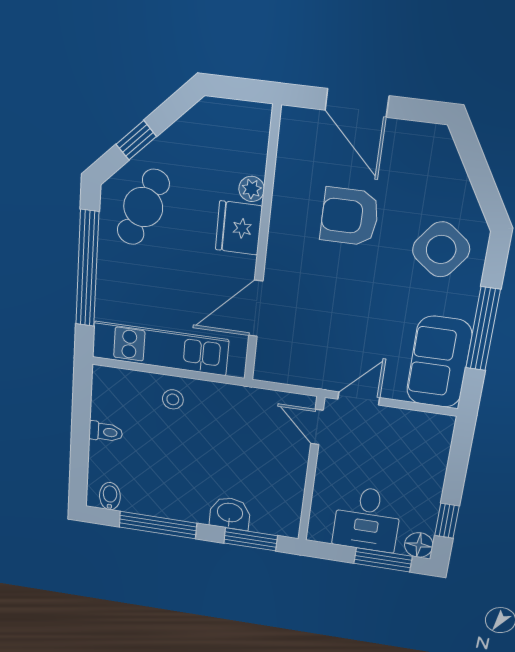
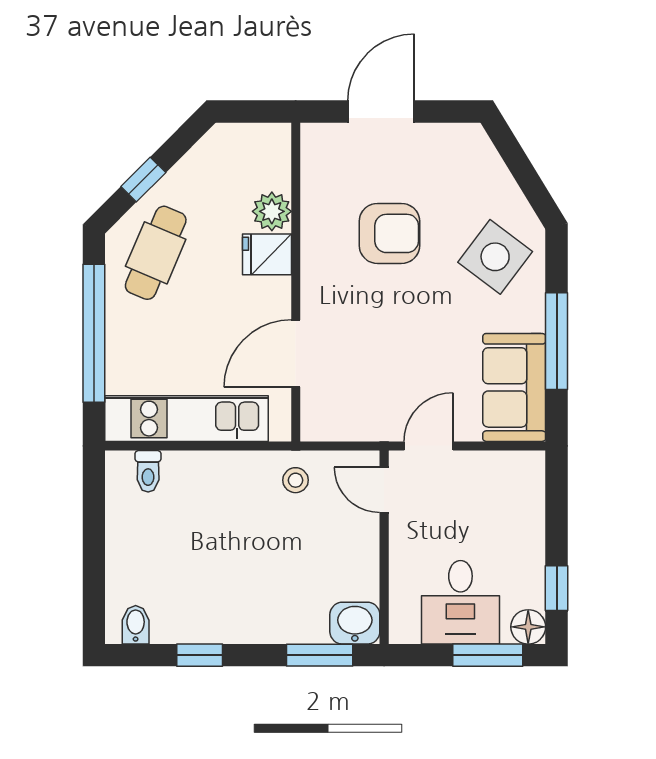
door: (357, 103) -> (381, 111), swing flipped
plant: (252, 189) -> (272, 211), width x1.38, depth x1.38
armchair: (350, 217) -> (389, 233), turned 180
fridge: (239, 228) -> (267, 254), width x0.72
stool: (173, 399) -> (296, 480), moved
toilet: (106, 432) -> (148, 471), moved, turned 90
washbasin: (230, 513) -> (355, 623), moved
window: (158, 525) -> (200, 655), width x0.46

